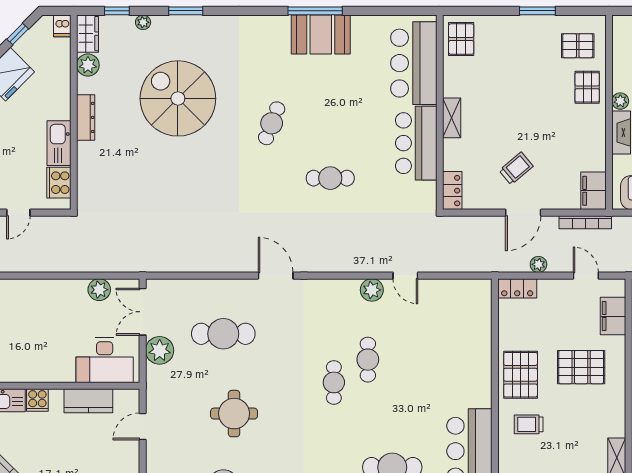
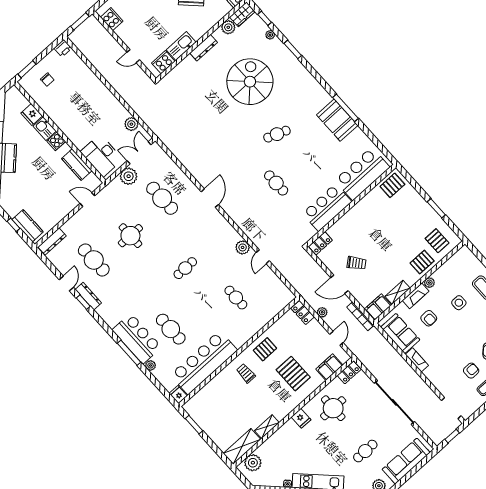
shelving: (452, 118) -> (398, 292), moved
cafe table: (368, 360) -> (236, 298), moved, turned 90
pallet: (521, 375) -> (265, 349), width x0.67, depth x0.71

